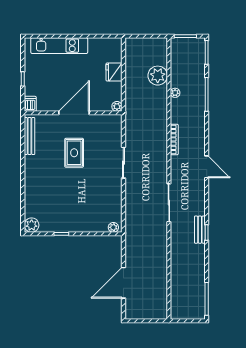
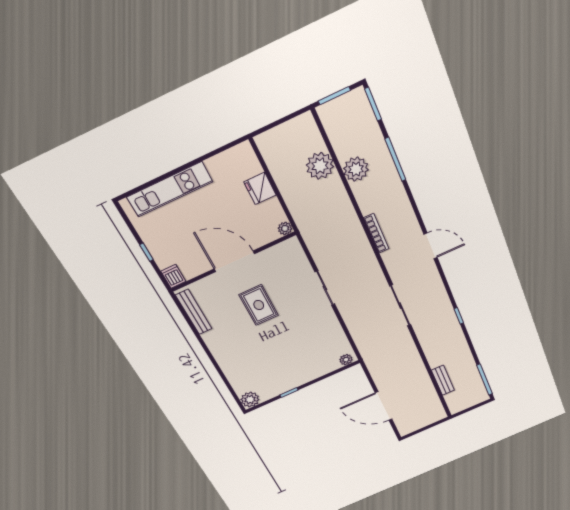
plant: (175, 93) -> (356, 169), width x1.88, depth x1.88
door: (74, 113) -> (234, 261), hinge flipped
bench: (200, 230) -> (443, 380), moved
door: (123, 283) -> (384, 406), hinge flipped

